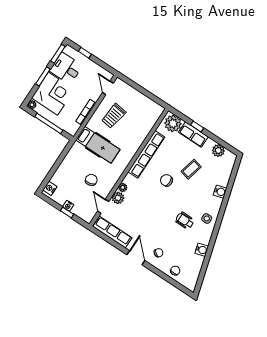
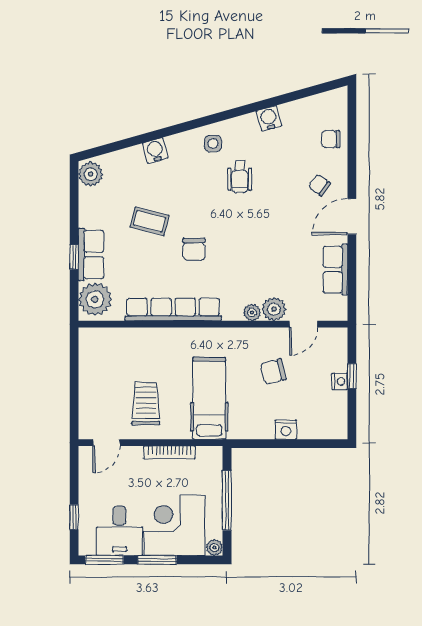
trolley: (114, 116) -> (146, 403), turned -98
plant: (218, 151) -> (91, 174), moved
nightstand: (50, 188) -> (286, 430), moved
row of seats: (112, 232) -> (335, 270), width x0.68

